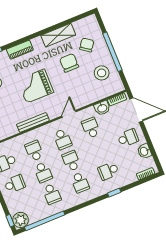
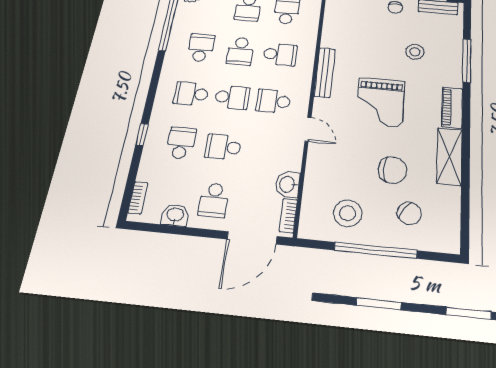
shelving: (58, 35) -> (449, 156), moved
grand piano: (35, 86) -> (381, 102), turned 180
school desk: (91, 128) -> (223, 147), moved, turned 180
school desk: (43, 172) -> (240, 51), turned -90
school desk: (52, 194) -> (201, 48), turned 90

